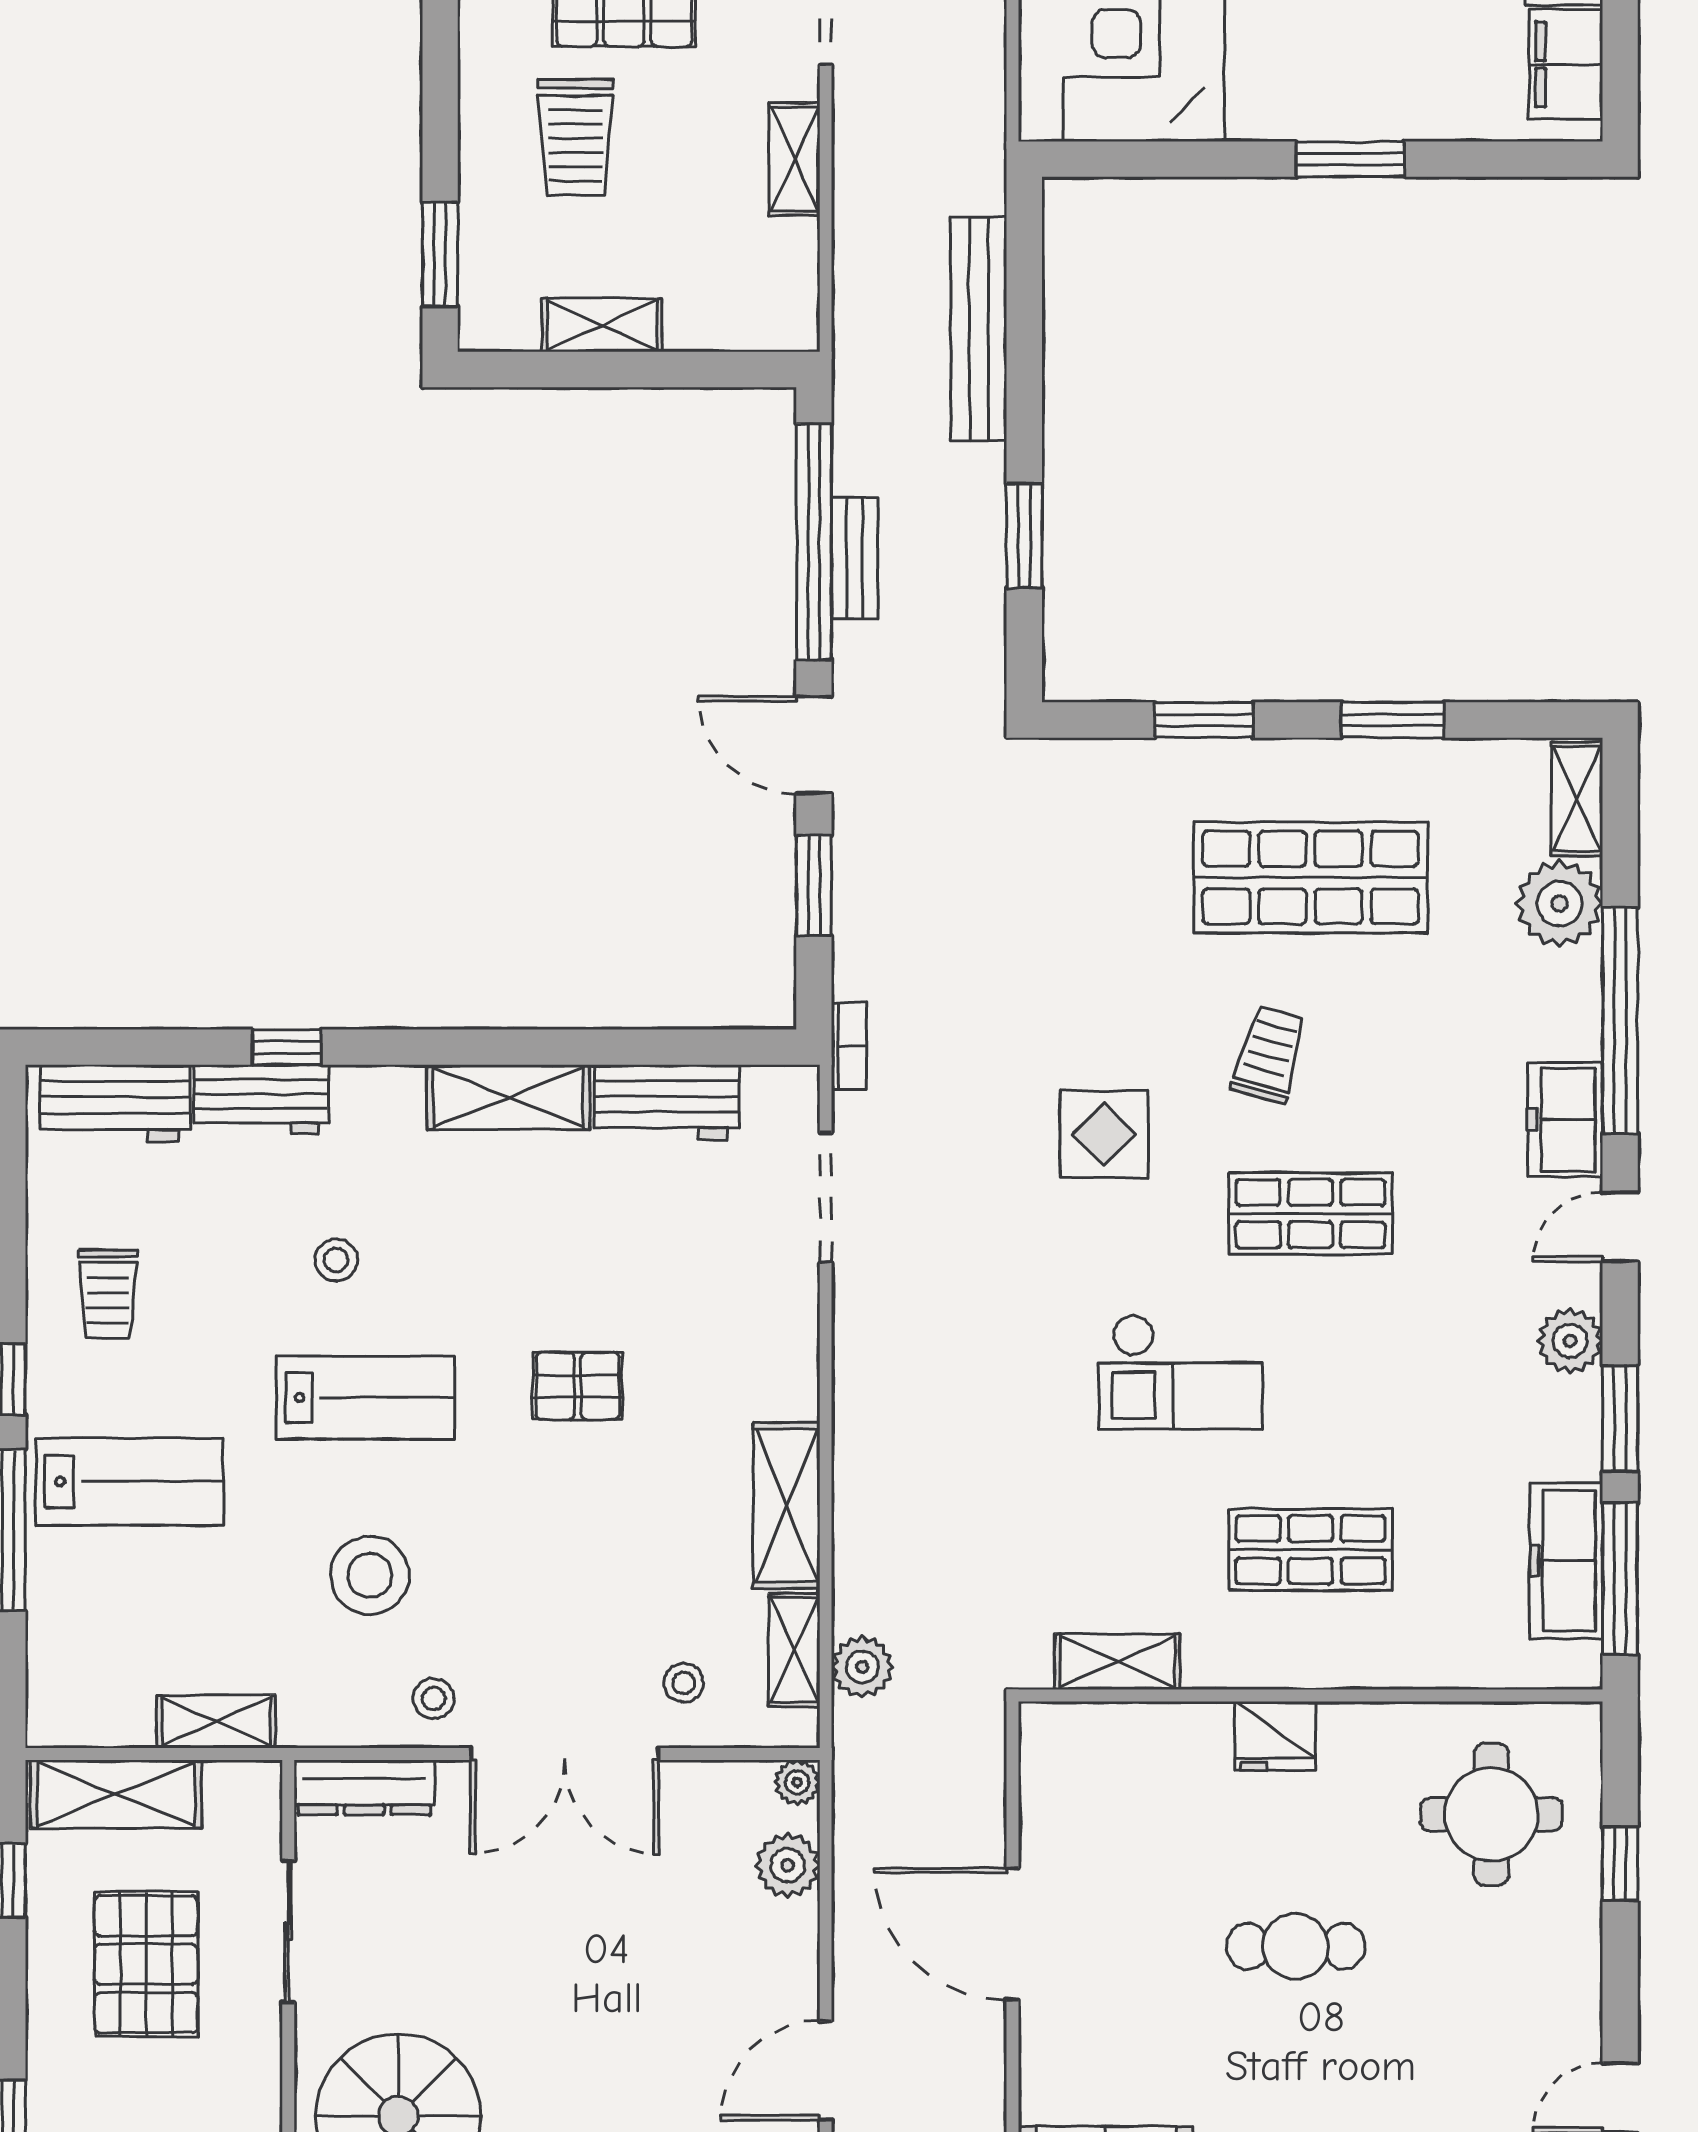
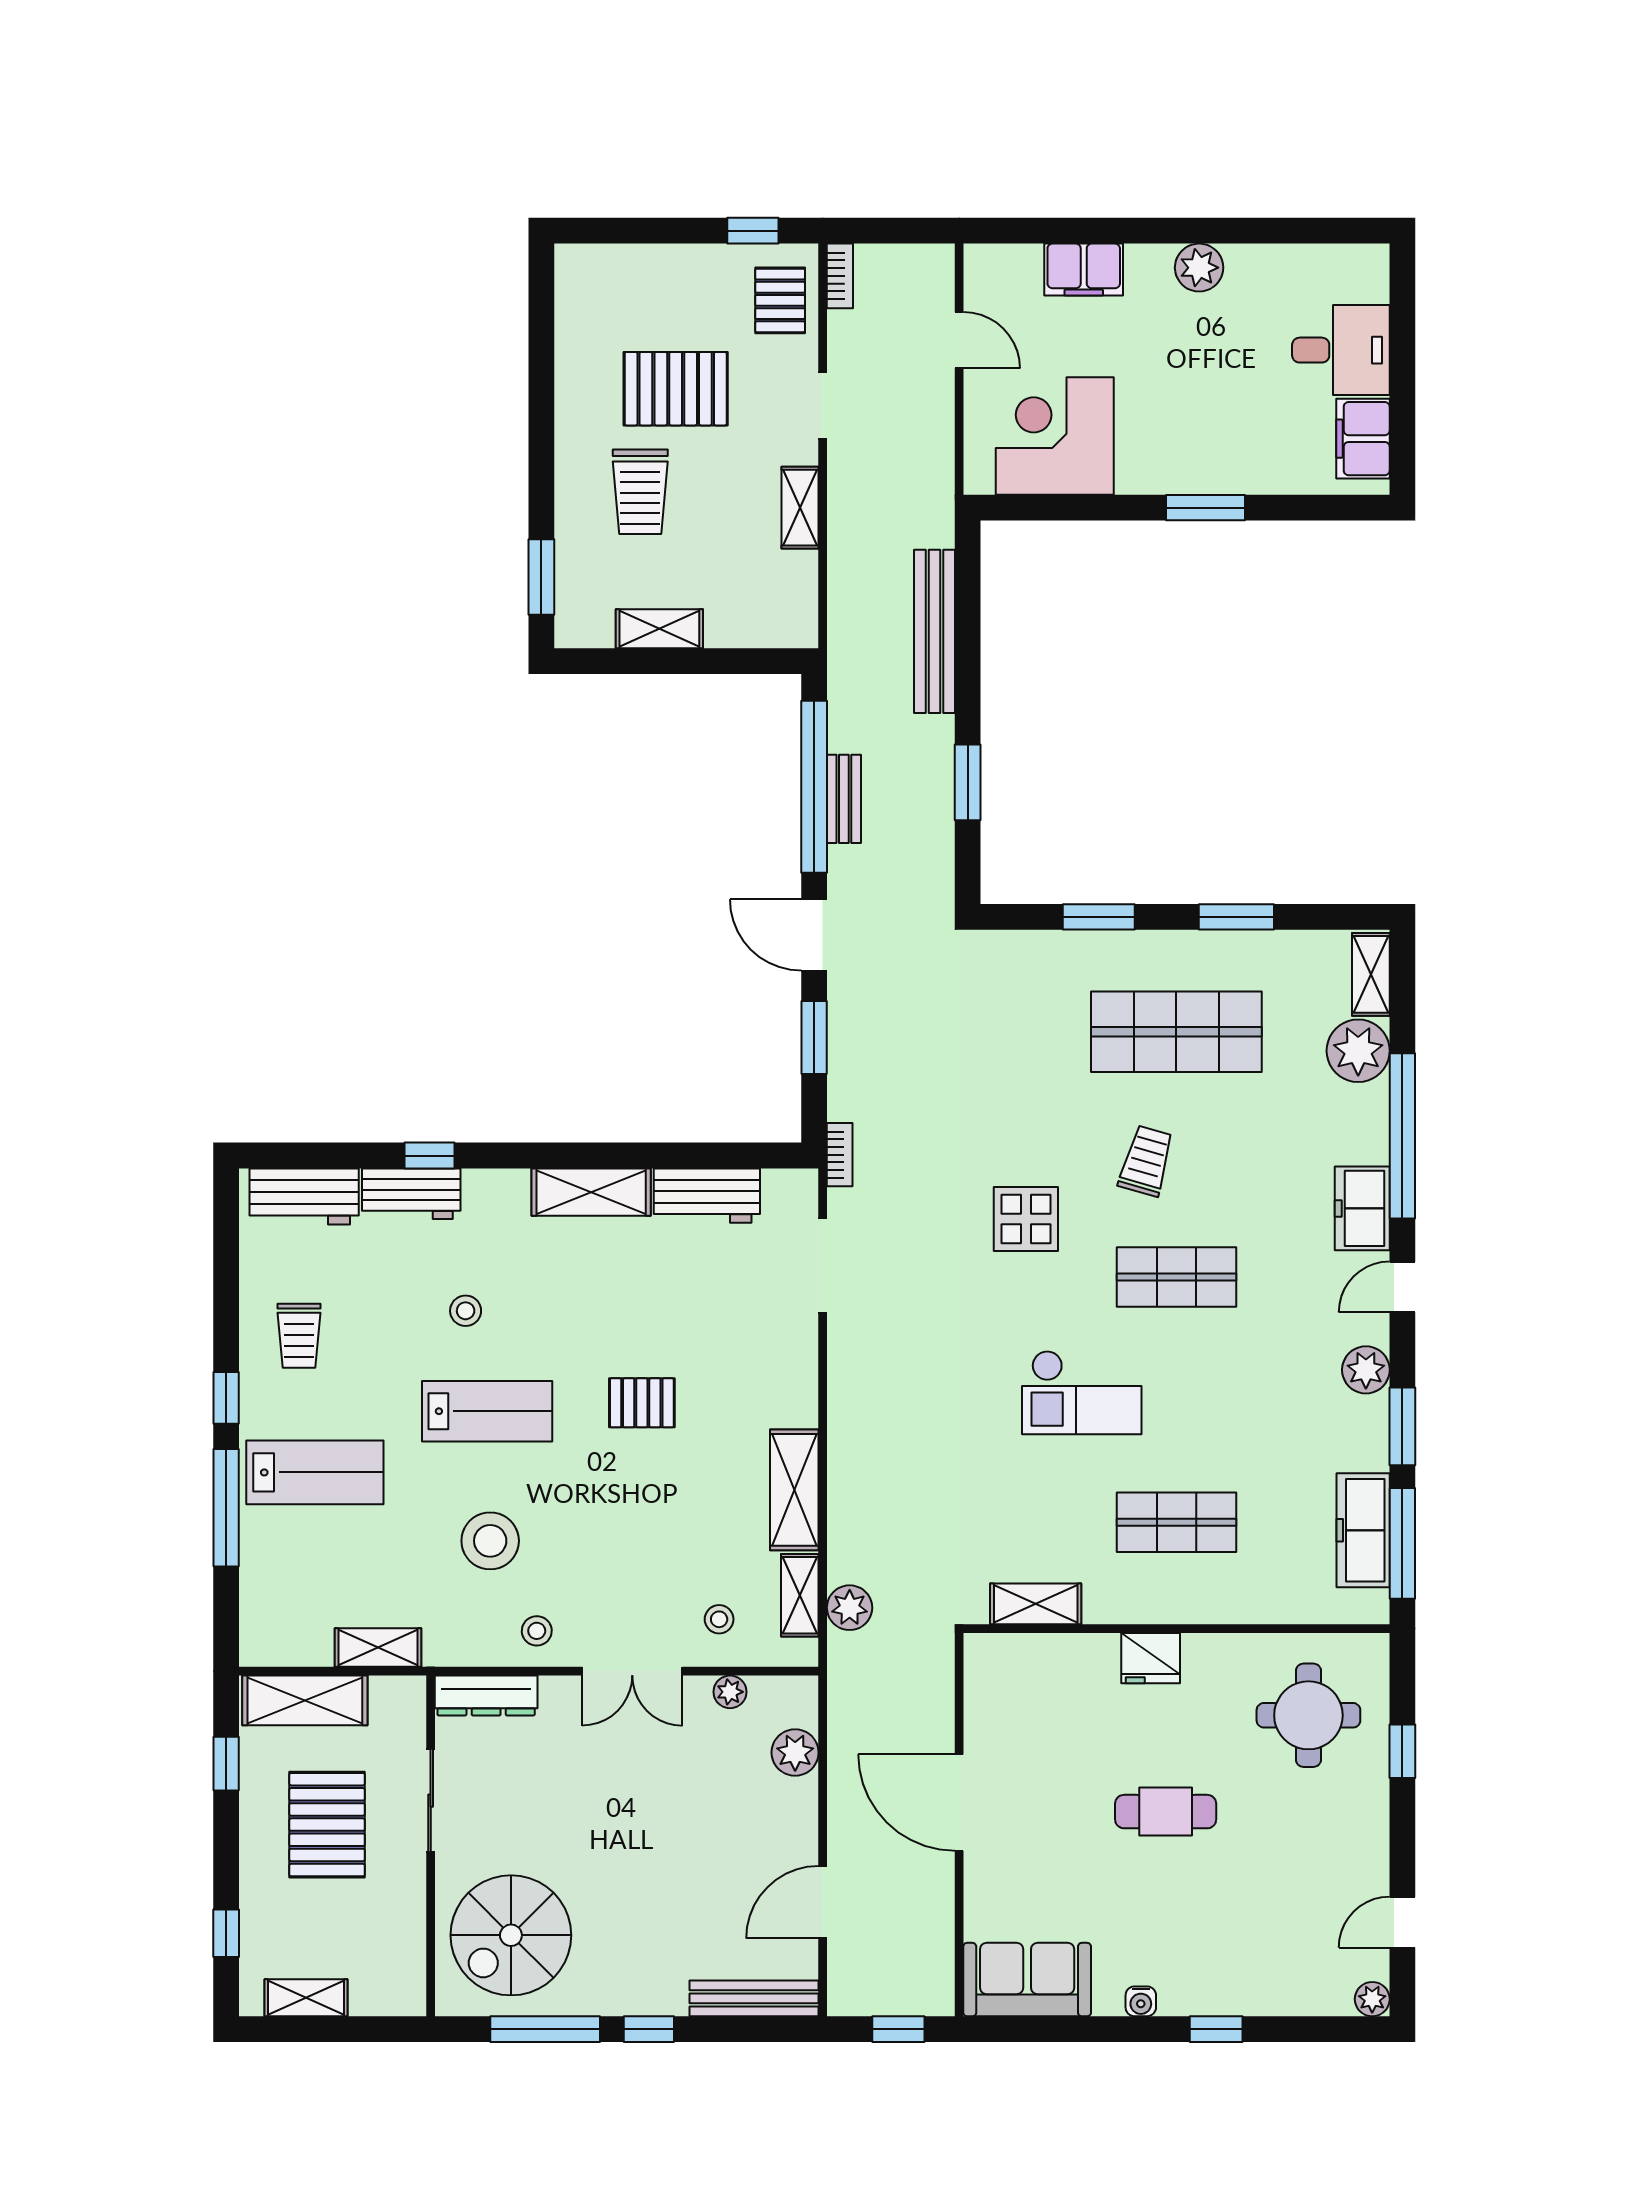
double door: (564, 1754) -> (632, 1671), width x0.73
plant: (797, 1782) -> (730, 1692), moved

